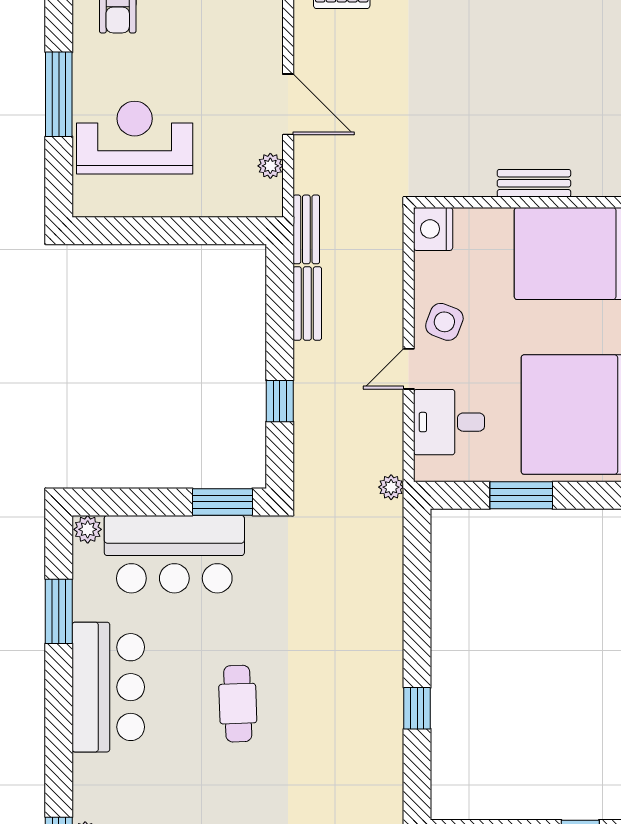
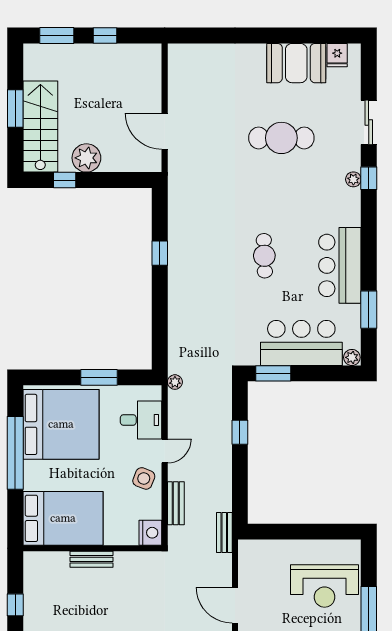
plant: (270, 166) -> (245, 570), removed
bench: (307, 304) -> (176, 503), moved

